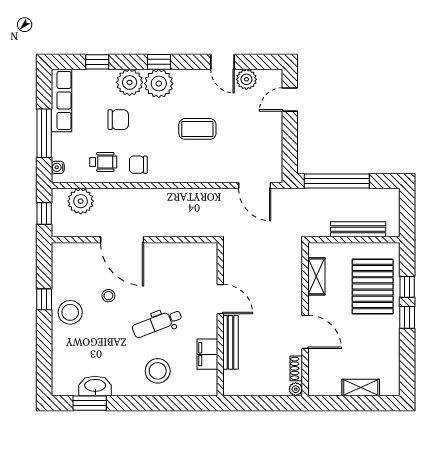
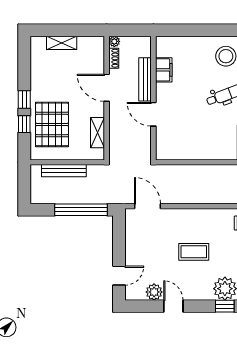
door: (220, 299) -> (153, 114), moved
wall: (220, 319) -> (153, 98), moved
bench: (230, 342) -> (145, 79), moved
filing cabinet: (207, 354) -> (164, 70), moved

